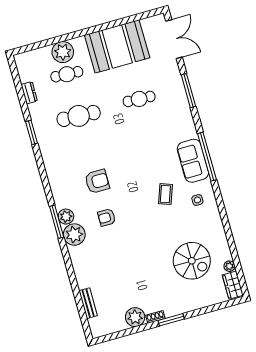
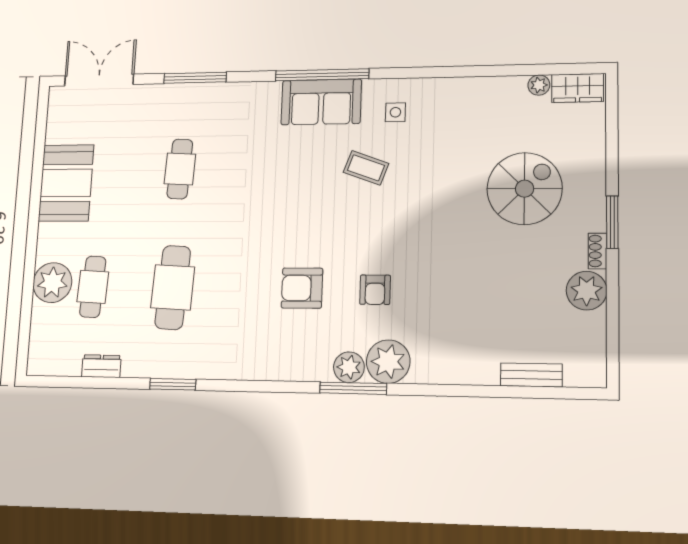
booth: (117, 46) -> (66, 183), width x0.73, depth x0.70
armchair: (97, 181) -> (302, 288), turned -90
spiral stairs: (192, 261) -> (525, 189), moved

